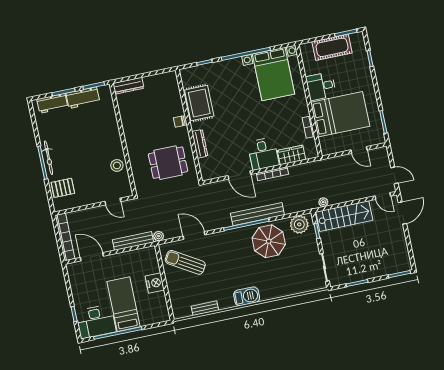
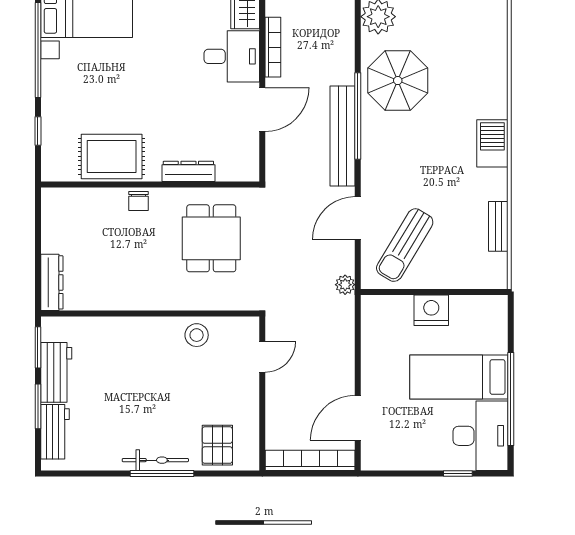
bench: (257, 214) -> (343, 136), moved
bench: (133, 241) -> (344, 335), removed

